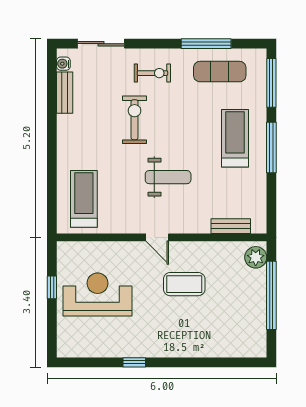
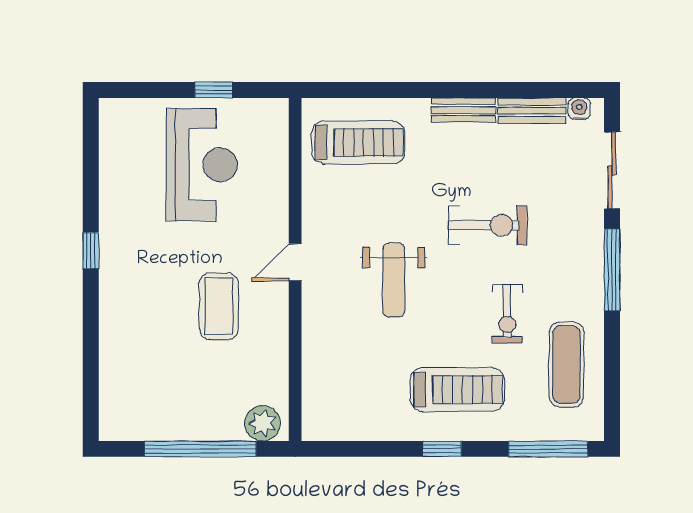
window: (206, 44) -> (612, 270), moved
exercise bike: (152, 73) -> (507, 314), moved
window: (271, 148) -> (442, 449), width x0.46
bench: (231, 226) -> (463, 110), moved, turned 90
window: (134, 362) -> (91, 251), moved

